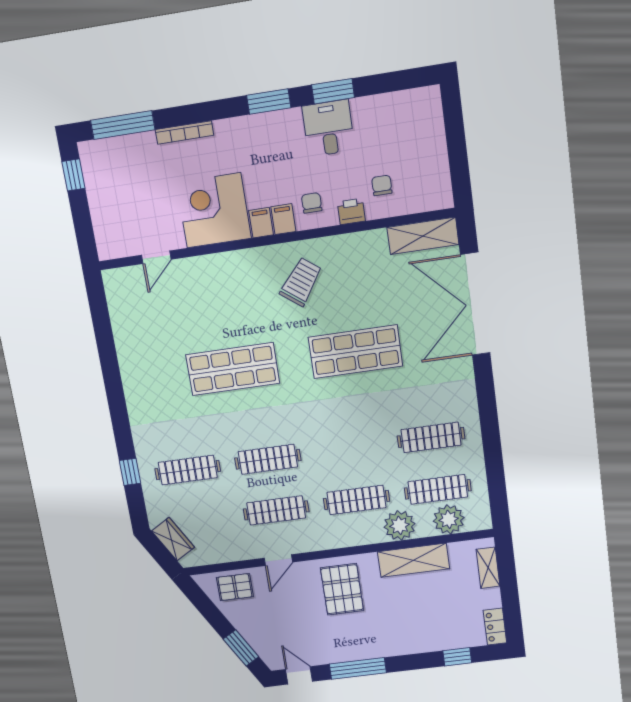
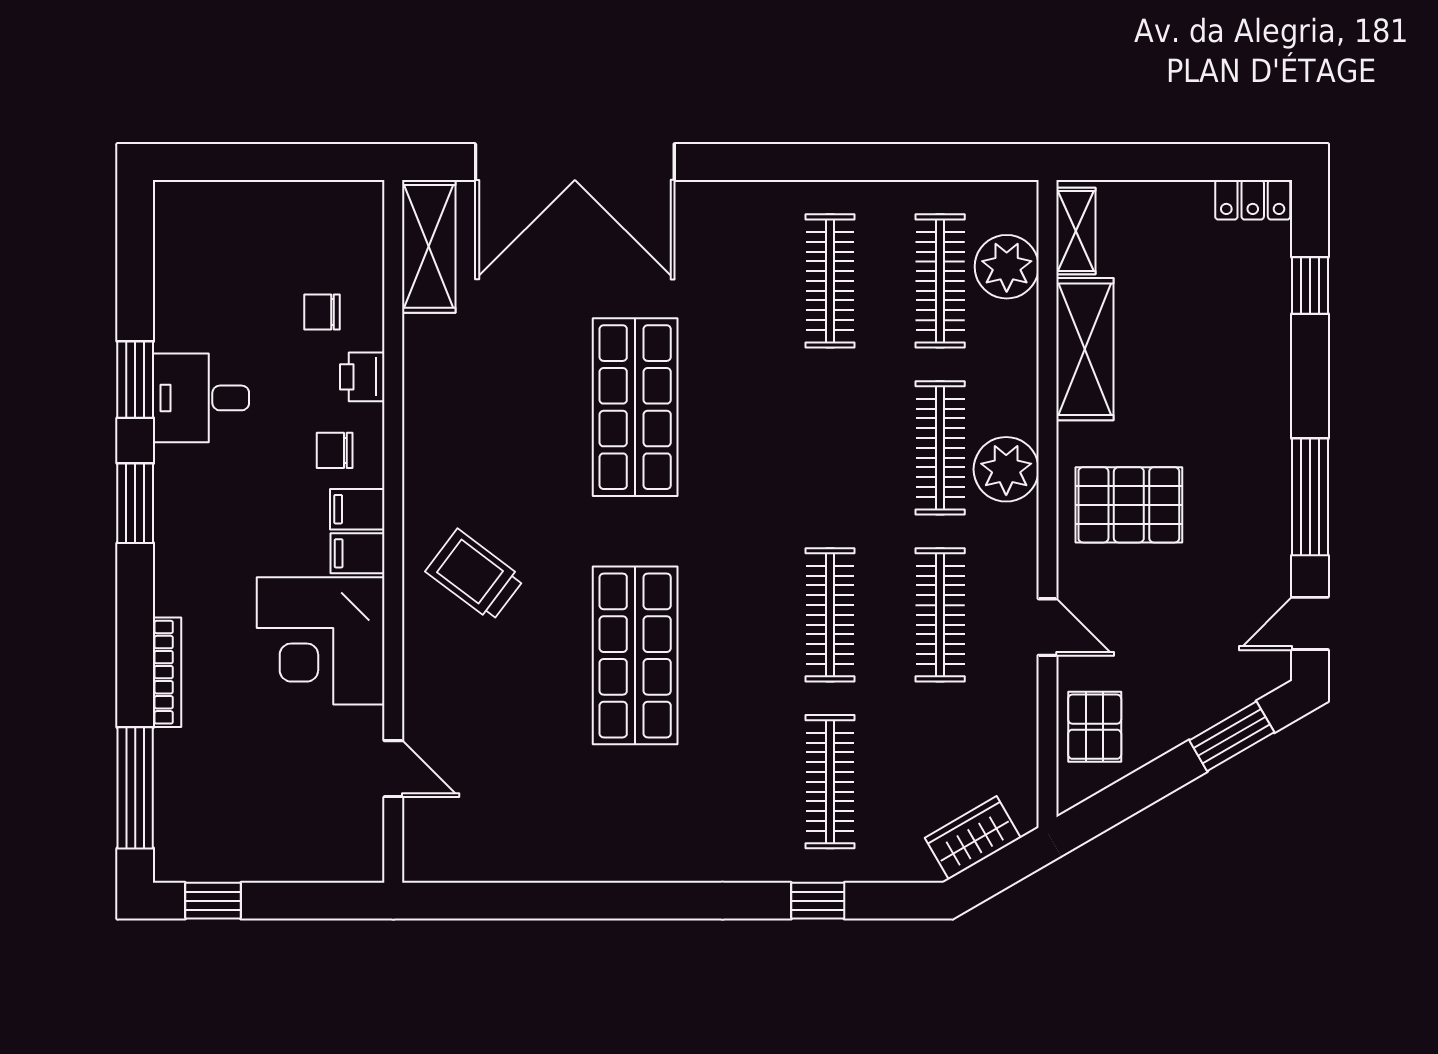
trolley: (301, 282) -> (475, 575), moved
plant: (400, 525) -> (1006, 469), moved
shelving: (488, 568) -> (1076, 231), moved, turned 90

